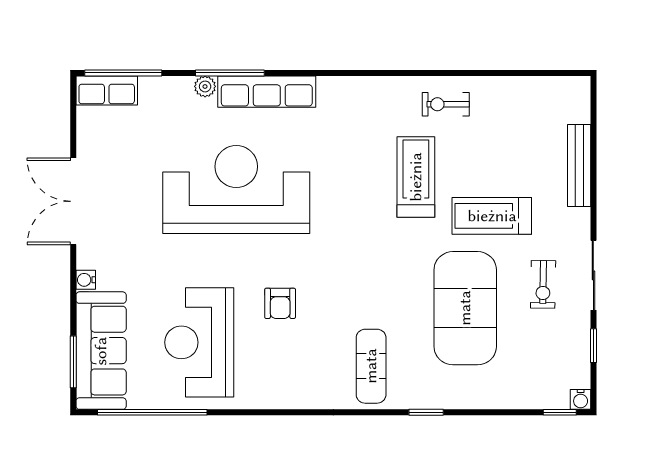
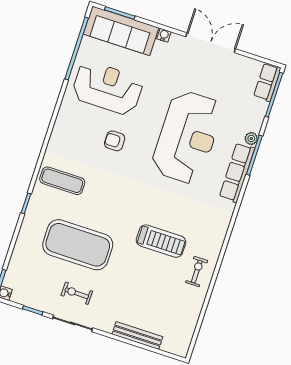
treadmill: (492, 216) -> (125, 277), removed

